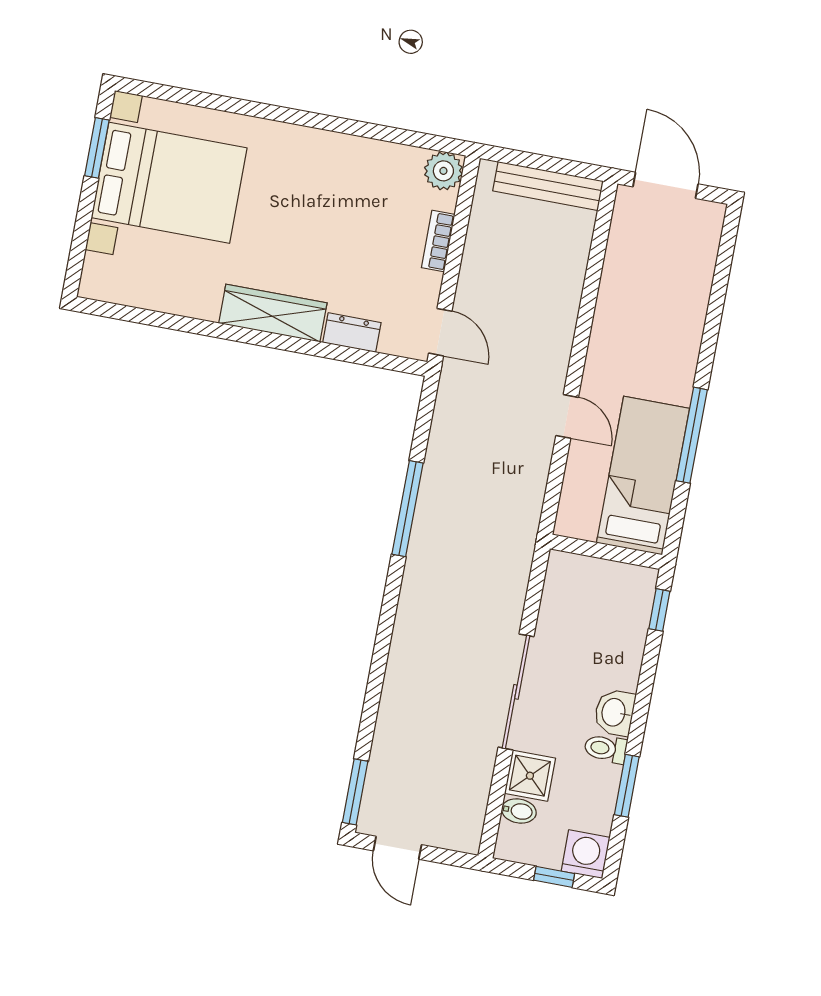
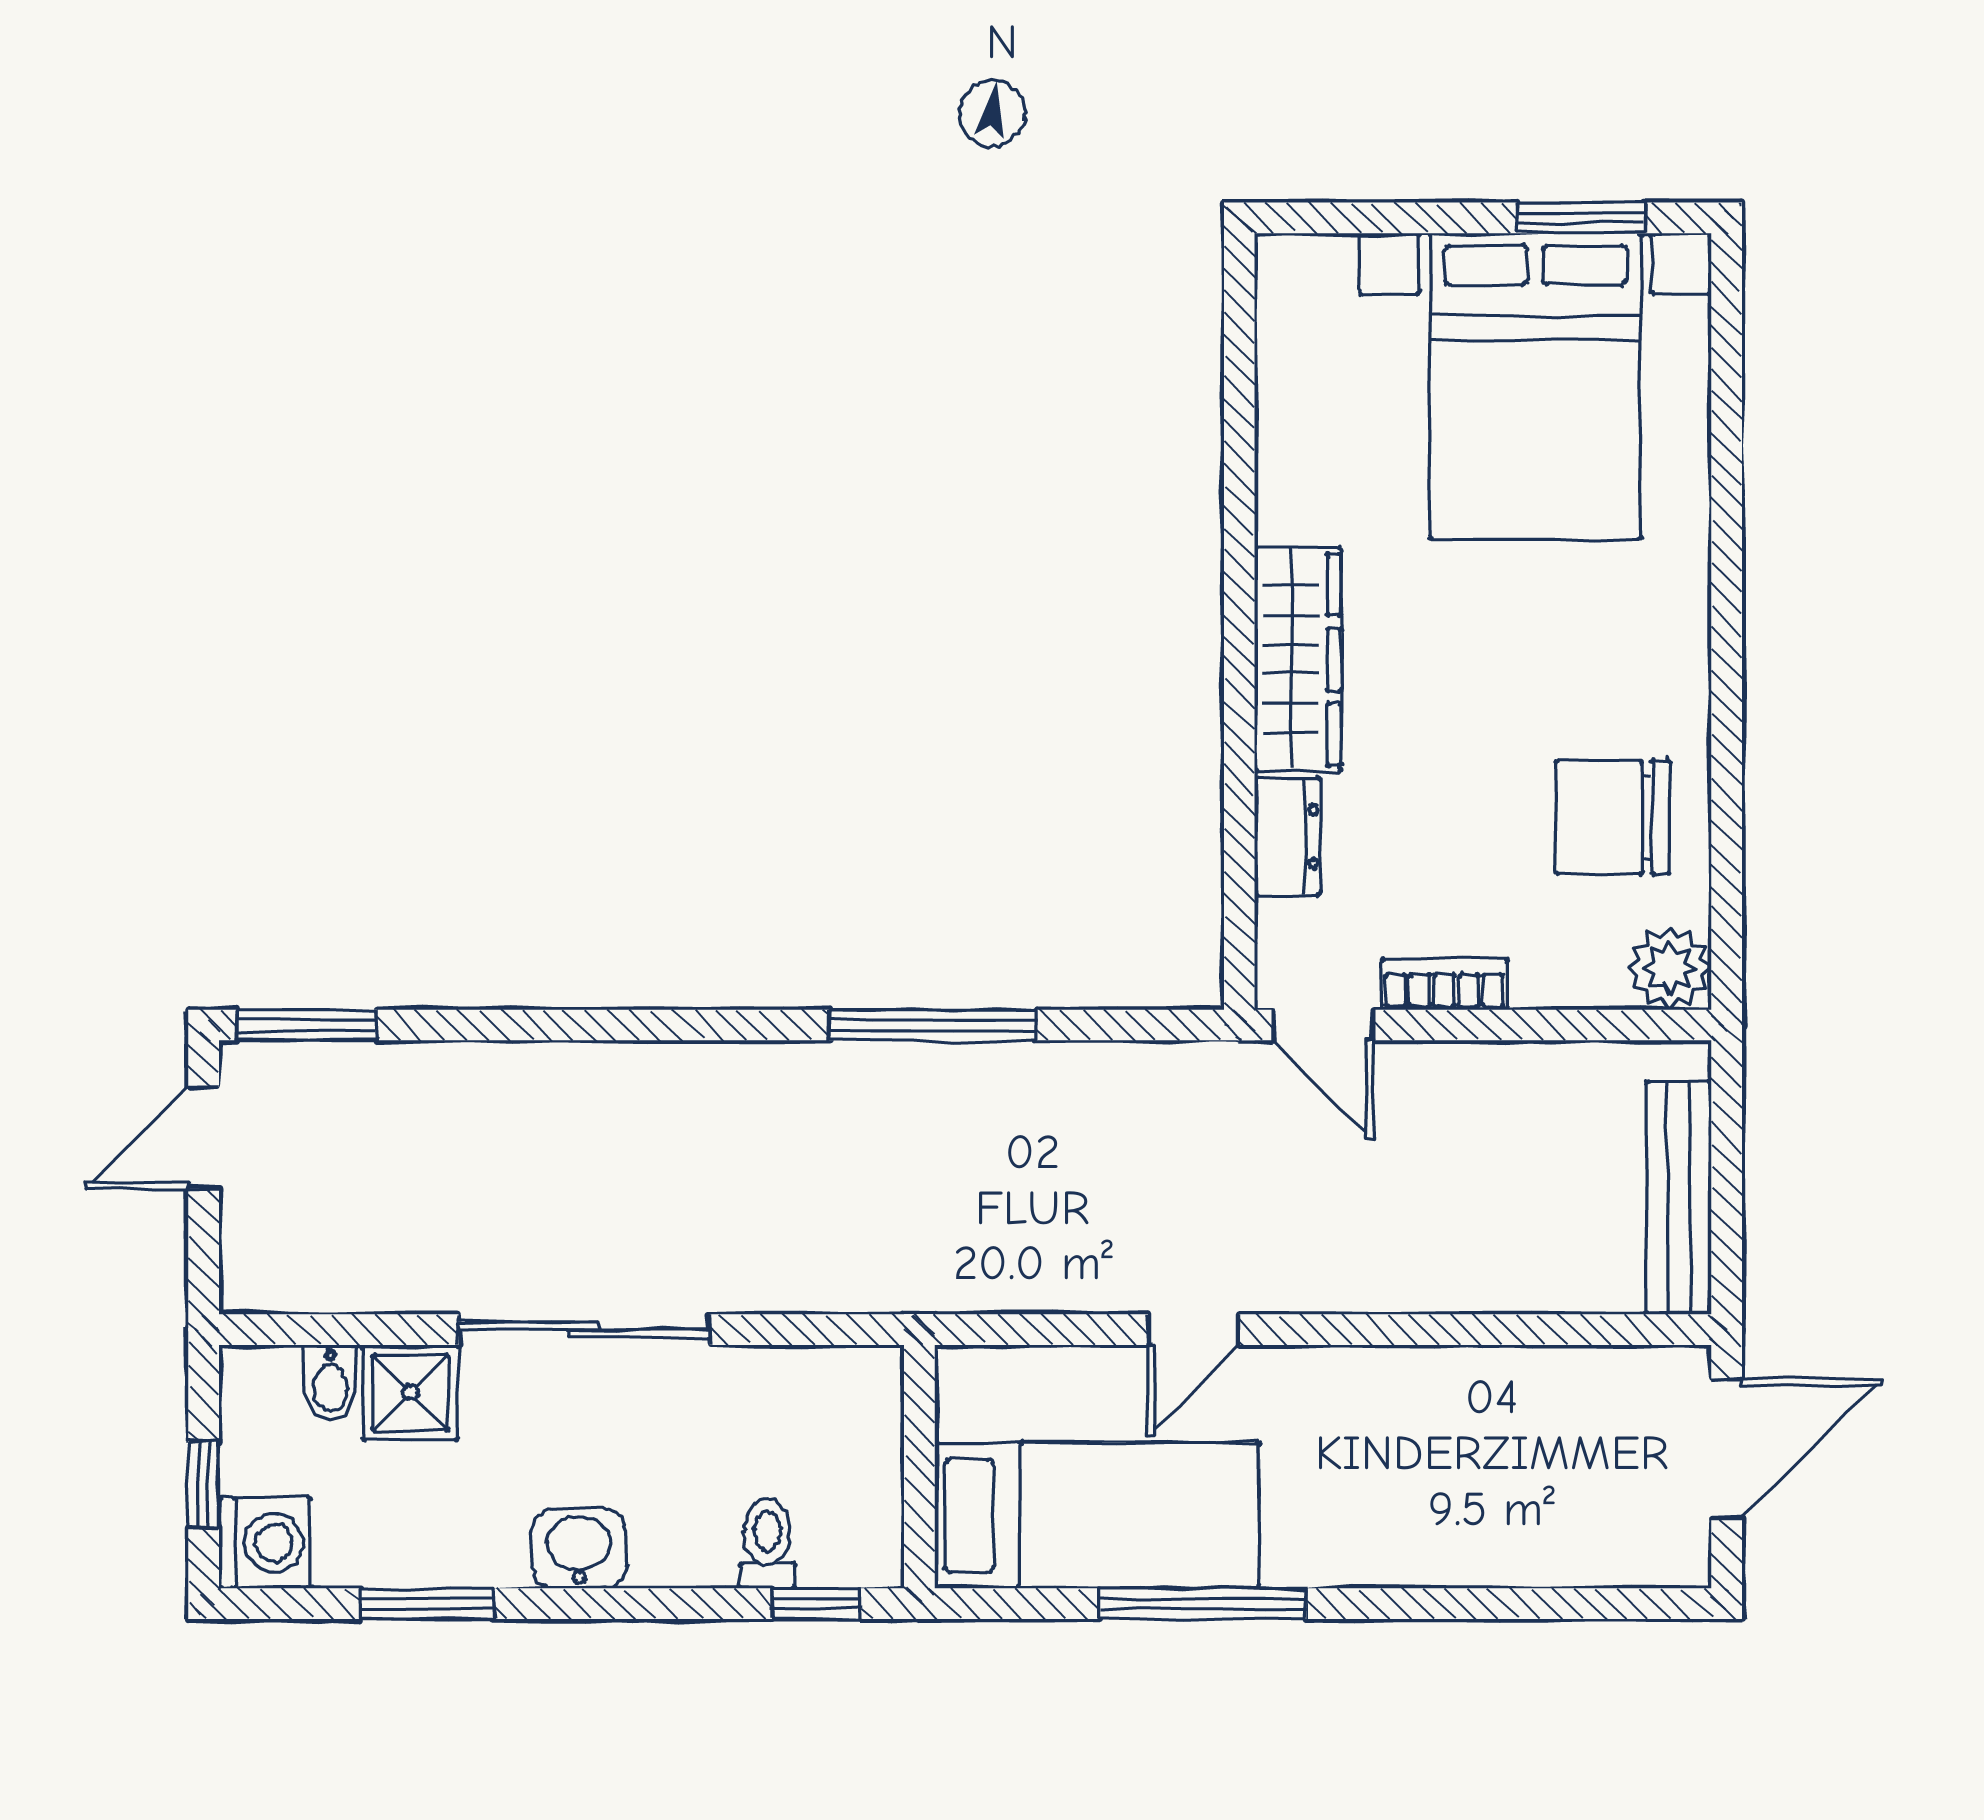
chair: (371, 184) -> (1613, 817), added
bookcase: (438, 241) -> (1444, 984), moved
door: (440, 332) -> (1323, 1025), hinge flipped
toilet: (606, 749) -> (767, 1544), moved

